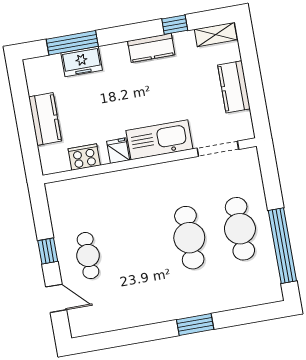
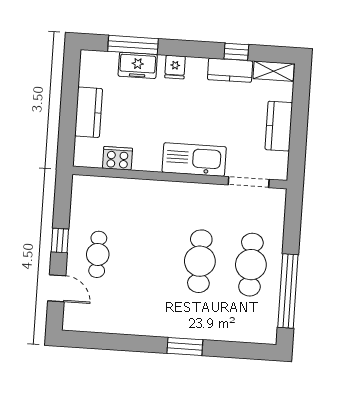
kitchen counter: (151, 48) -> (230, 70), moved
fridge: (118, 151) -> (175, 67), moved, turned 180

